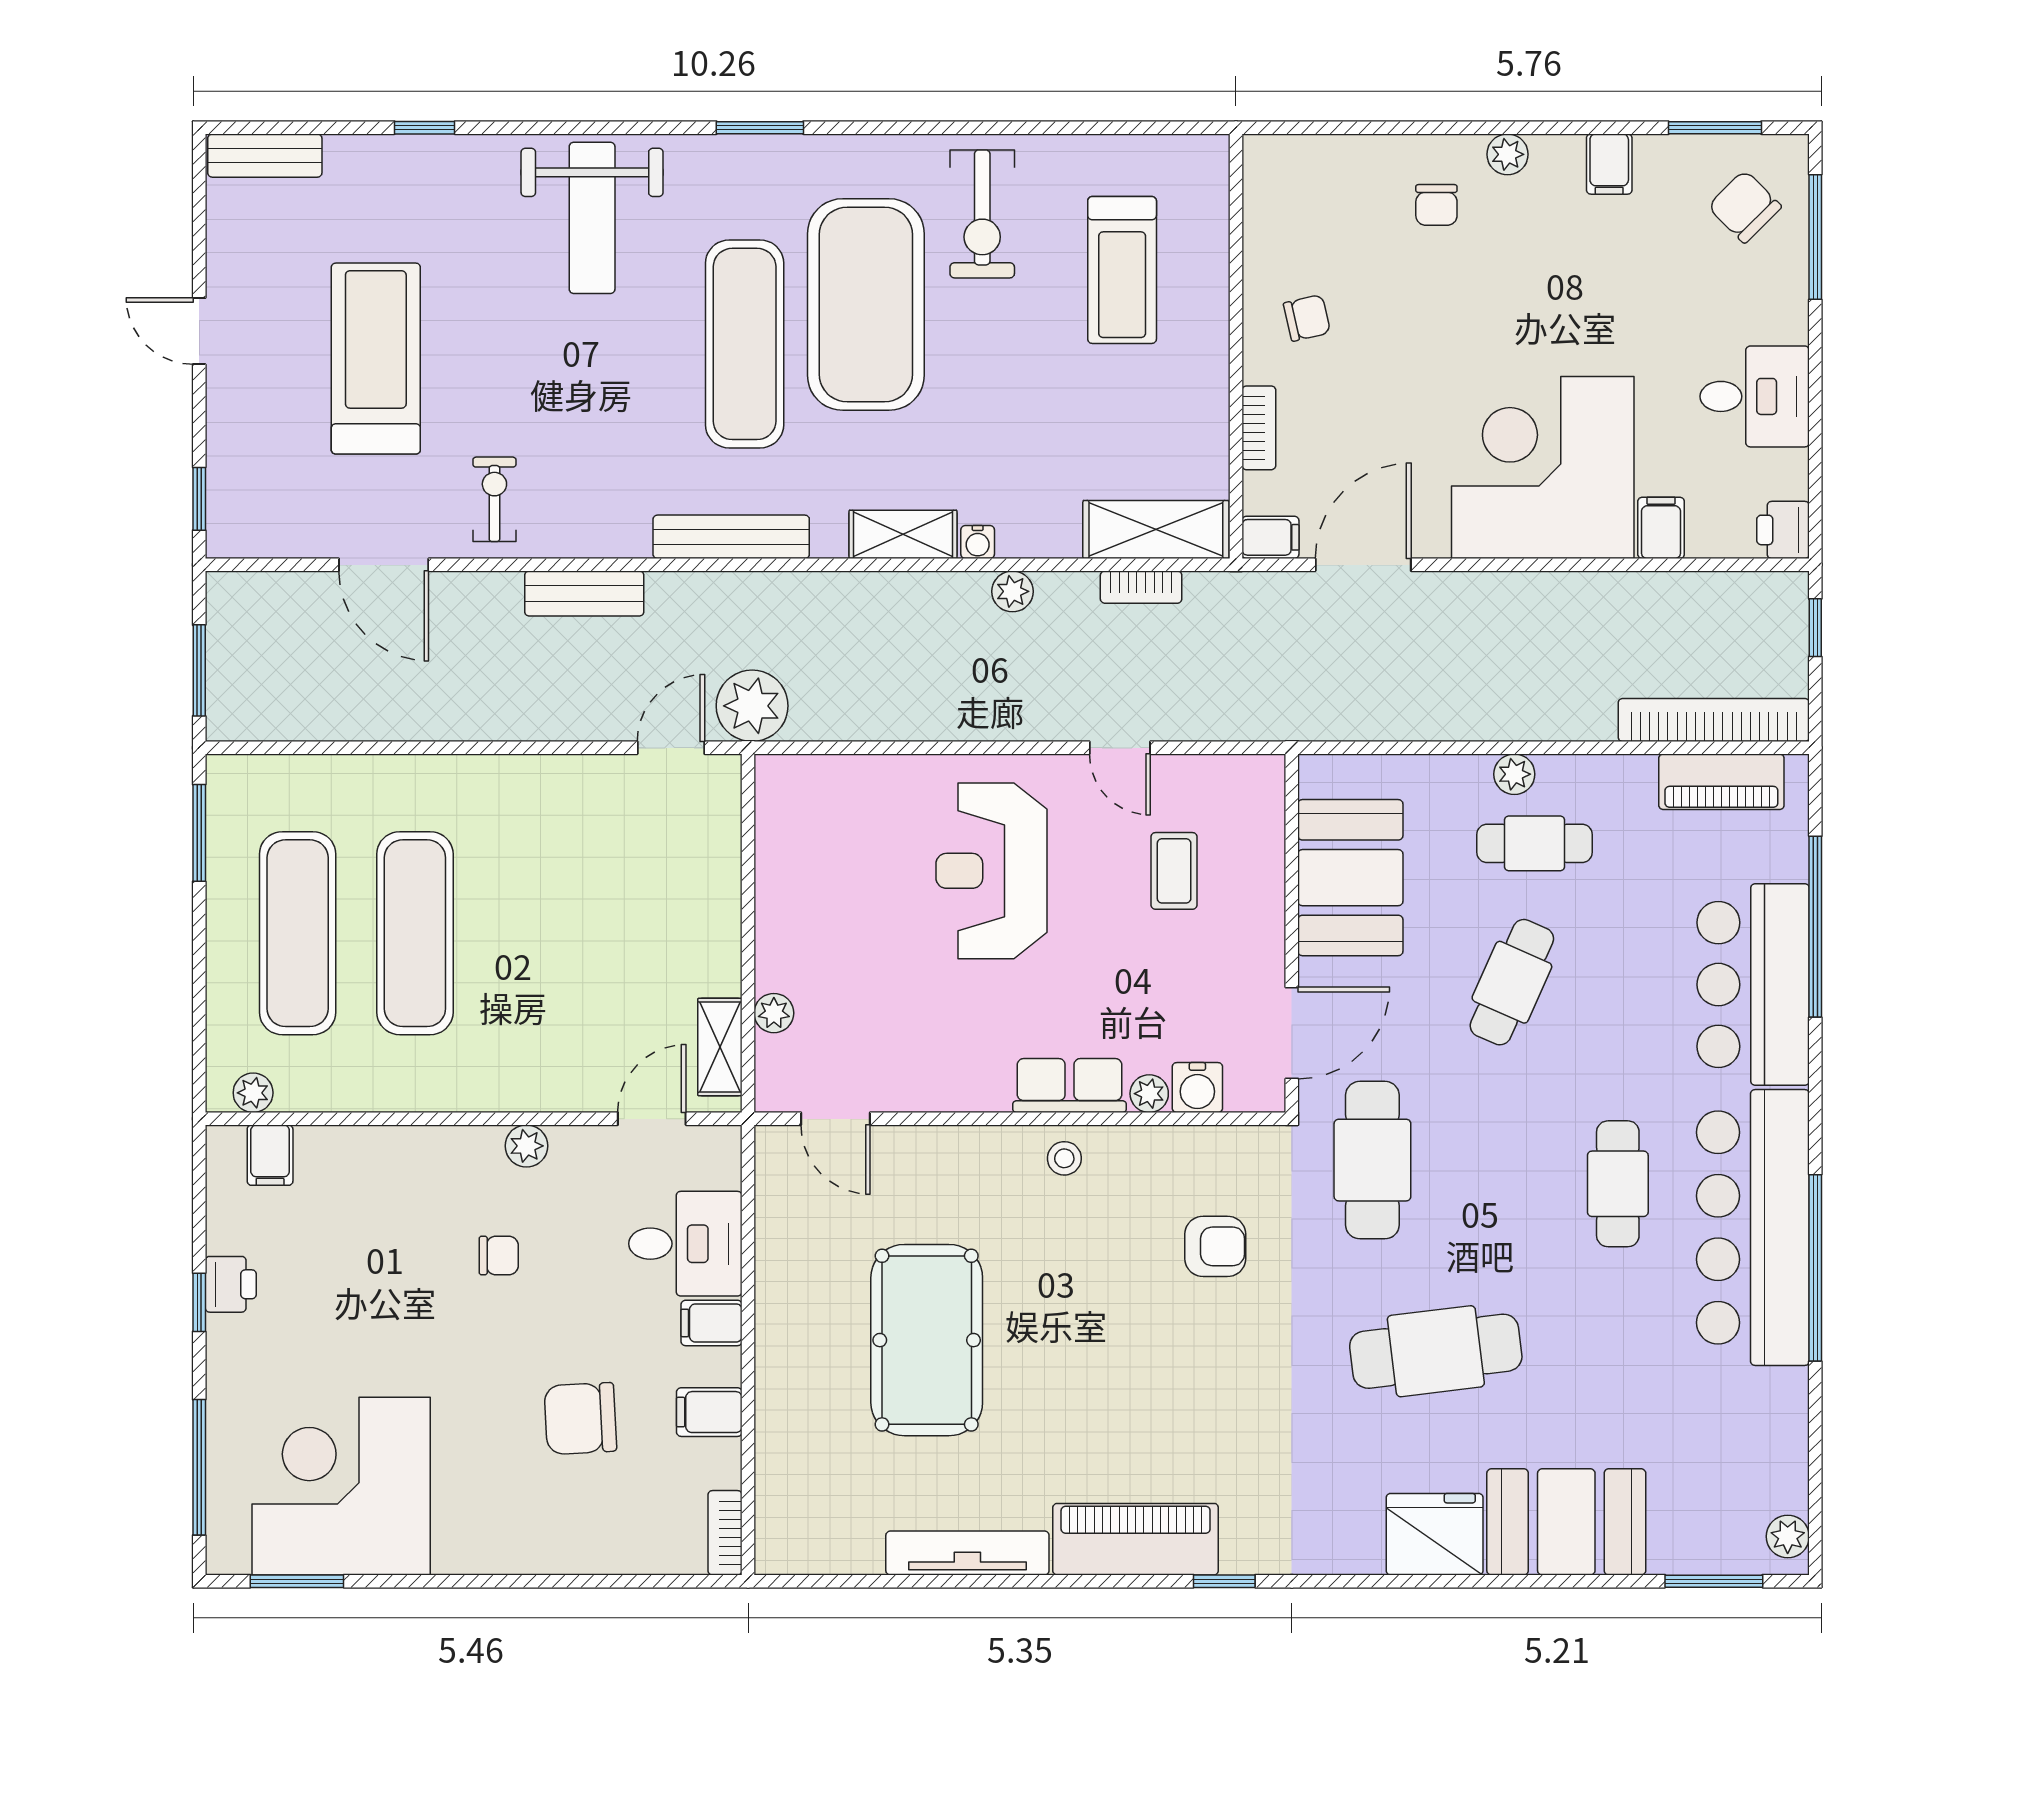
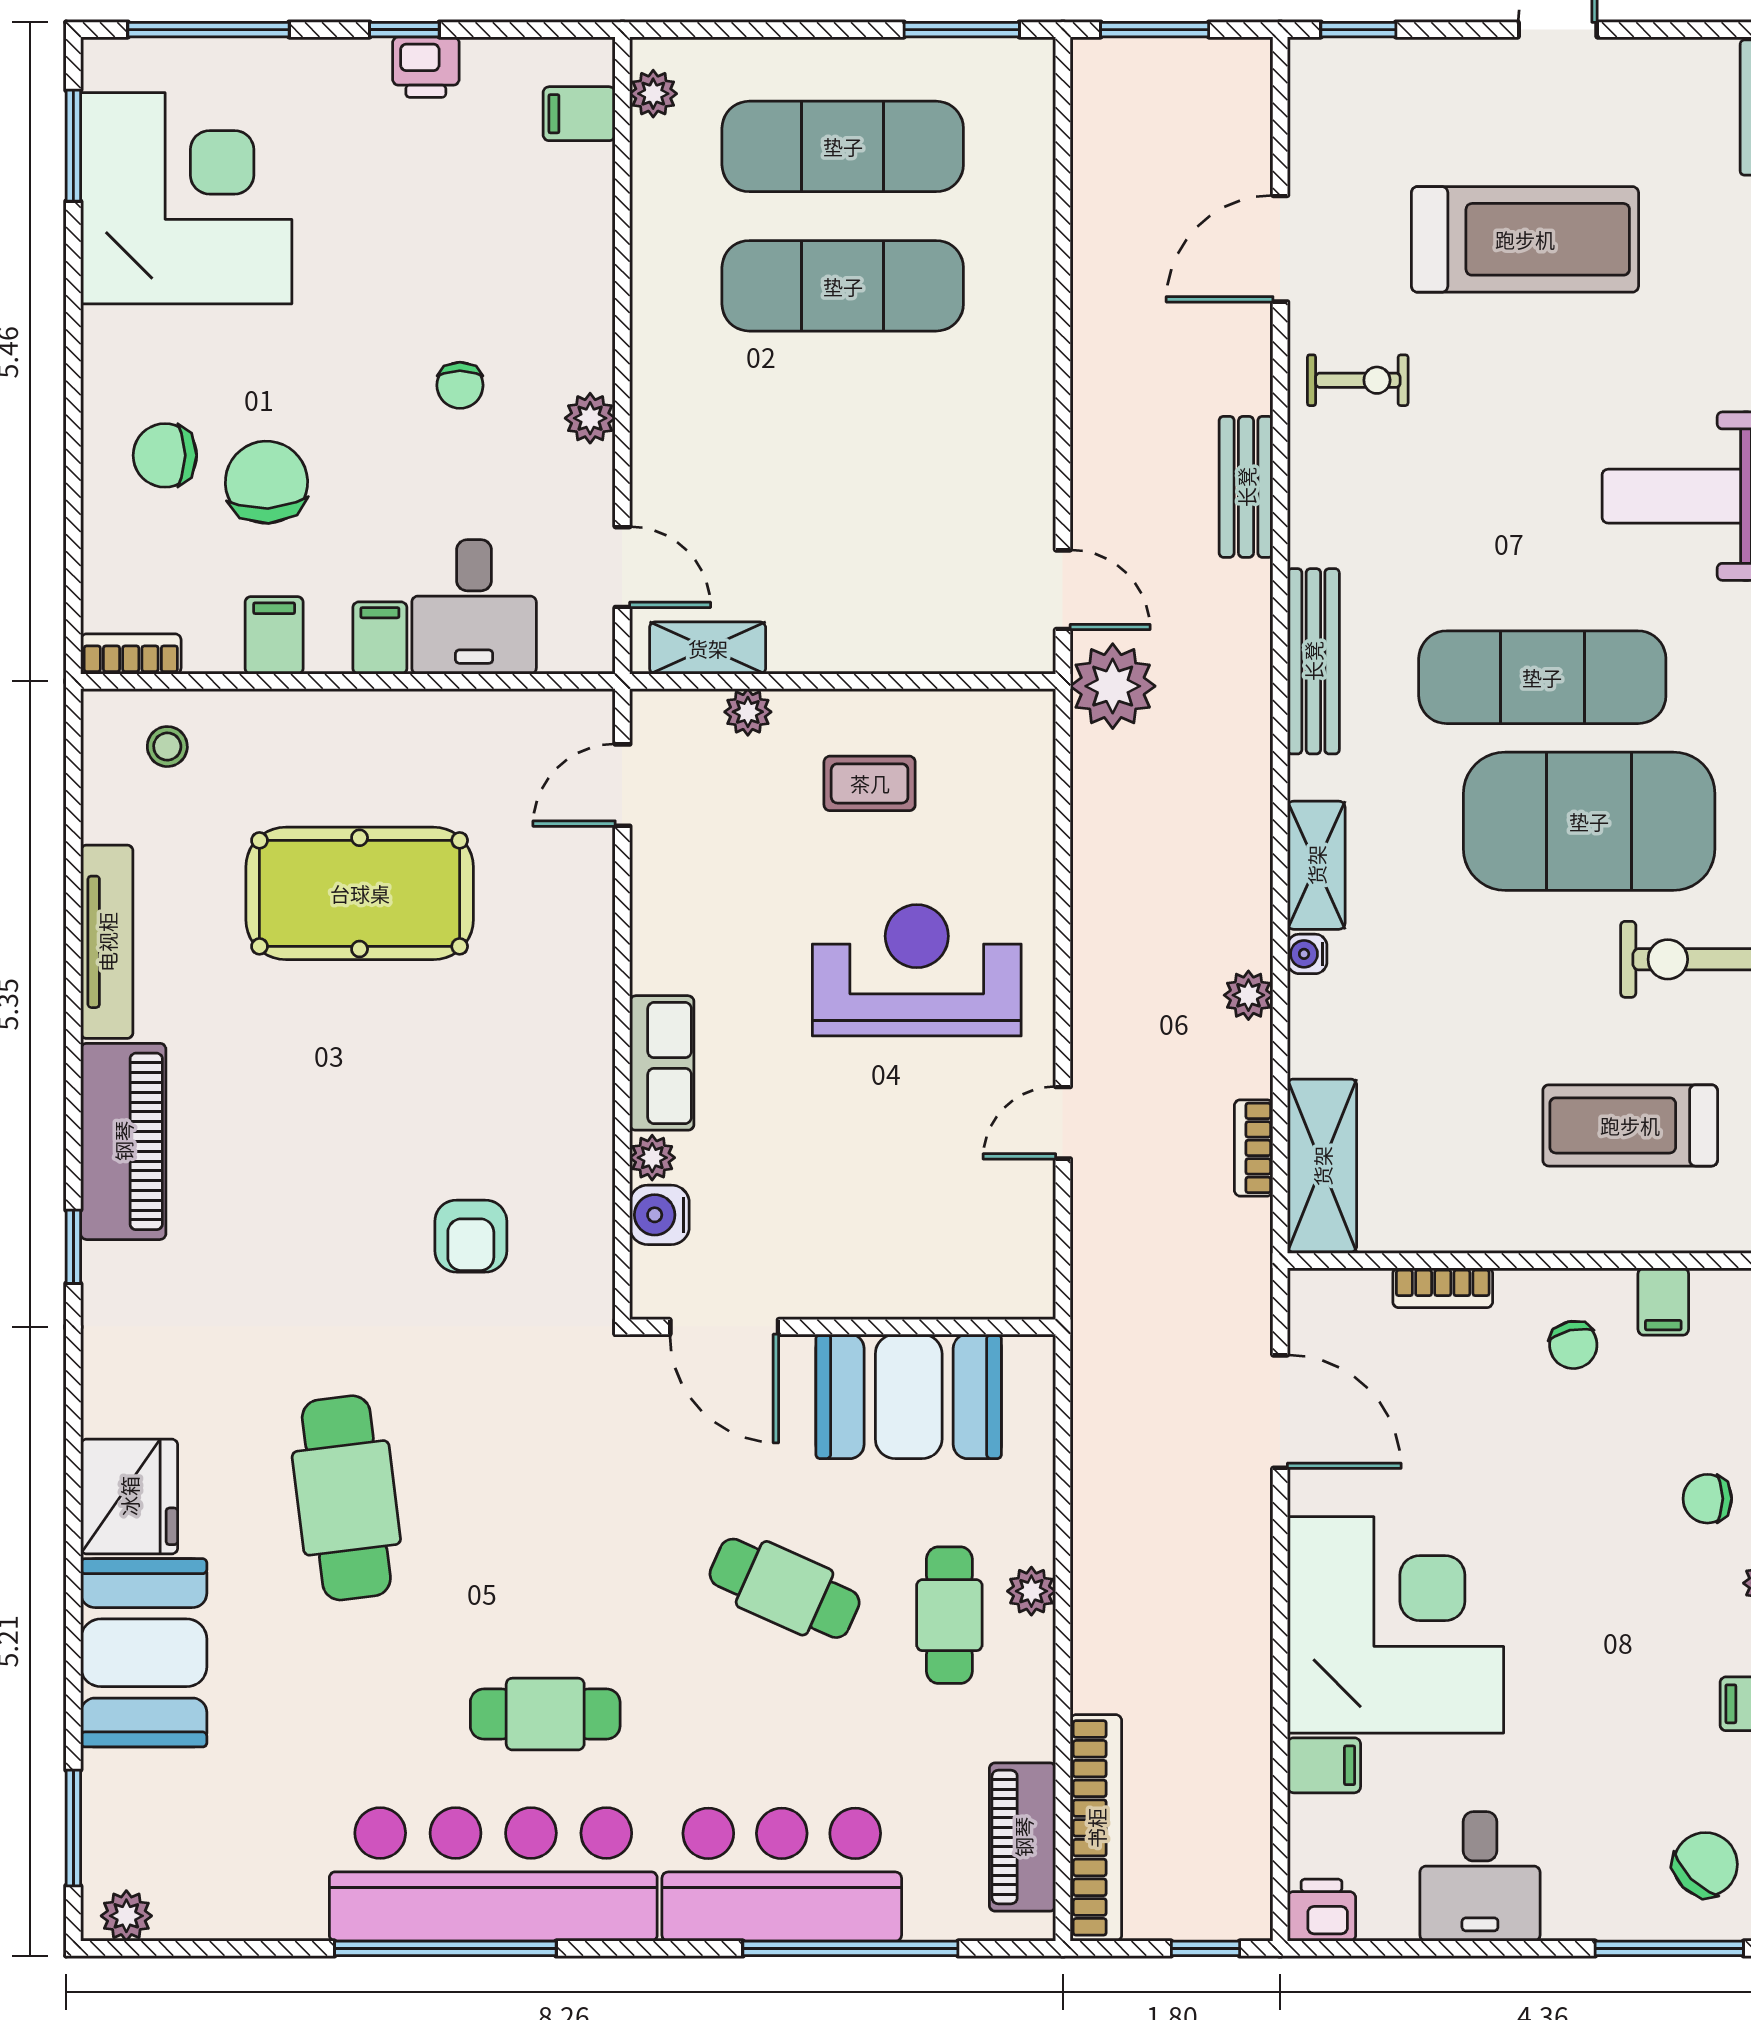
filing cabinet: (1270, 537) -> (1663, 1302), moved
coffee table: (1174, 871) -> (870, 783), moved
stool: (1064, 1158) -> (167, 747), moved
cafe table: (1372, 1160) -> (573, 1423), removed
chair: (558, 1504) -> (165, 455), added

